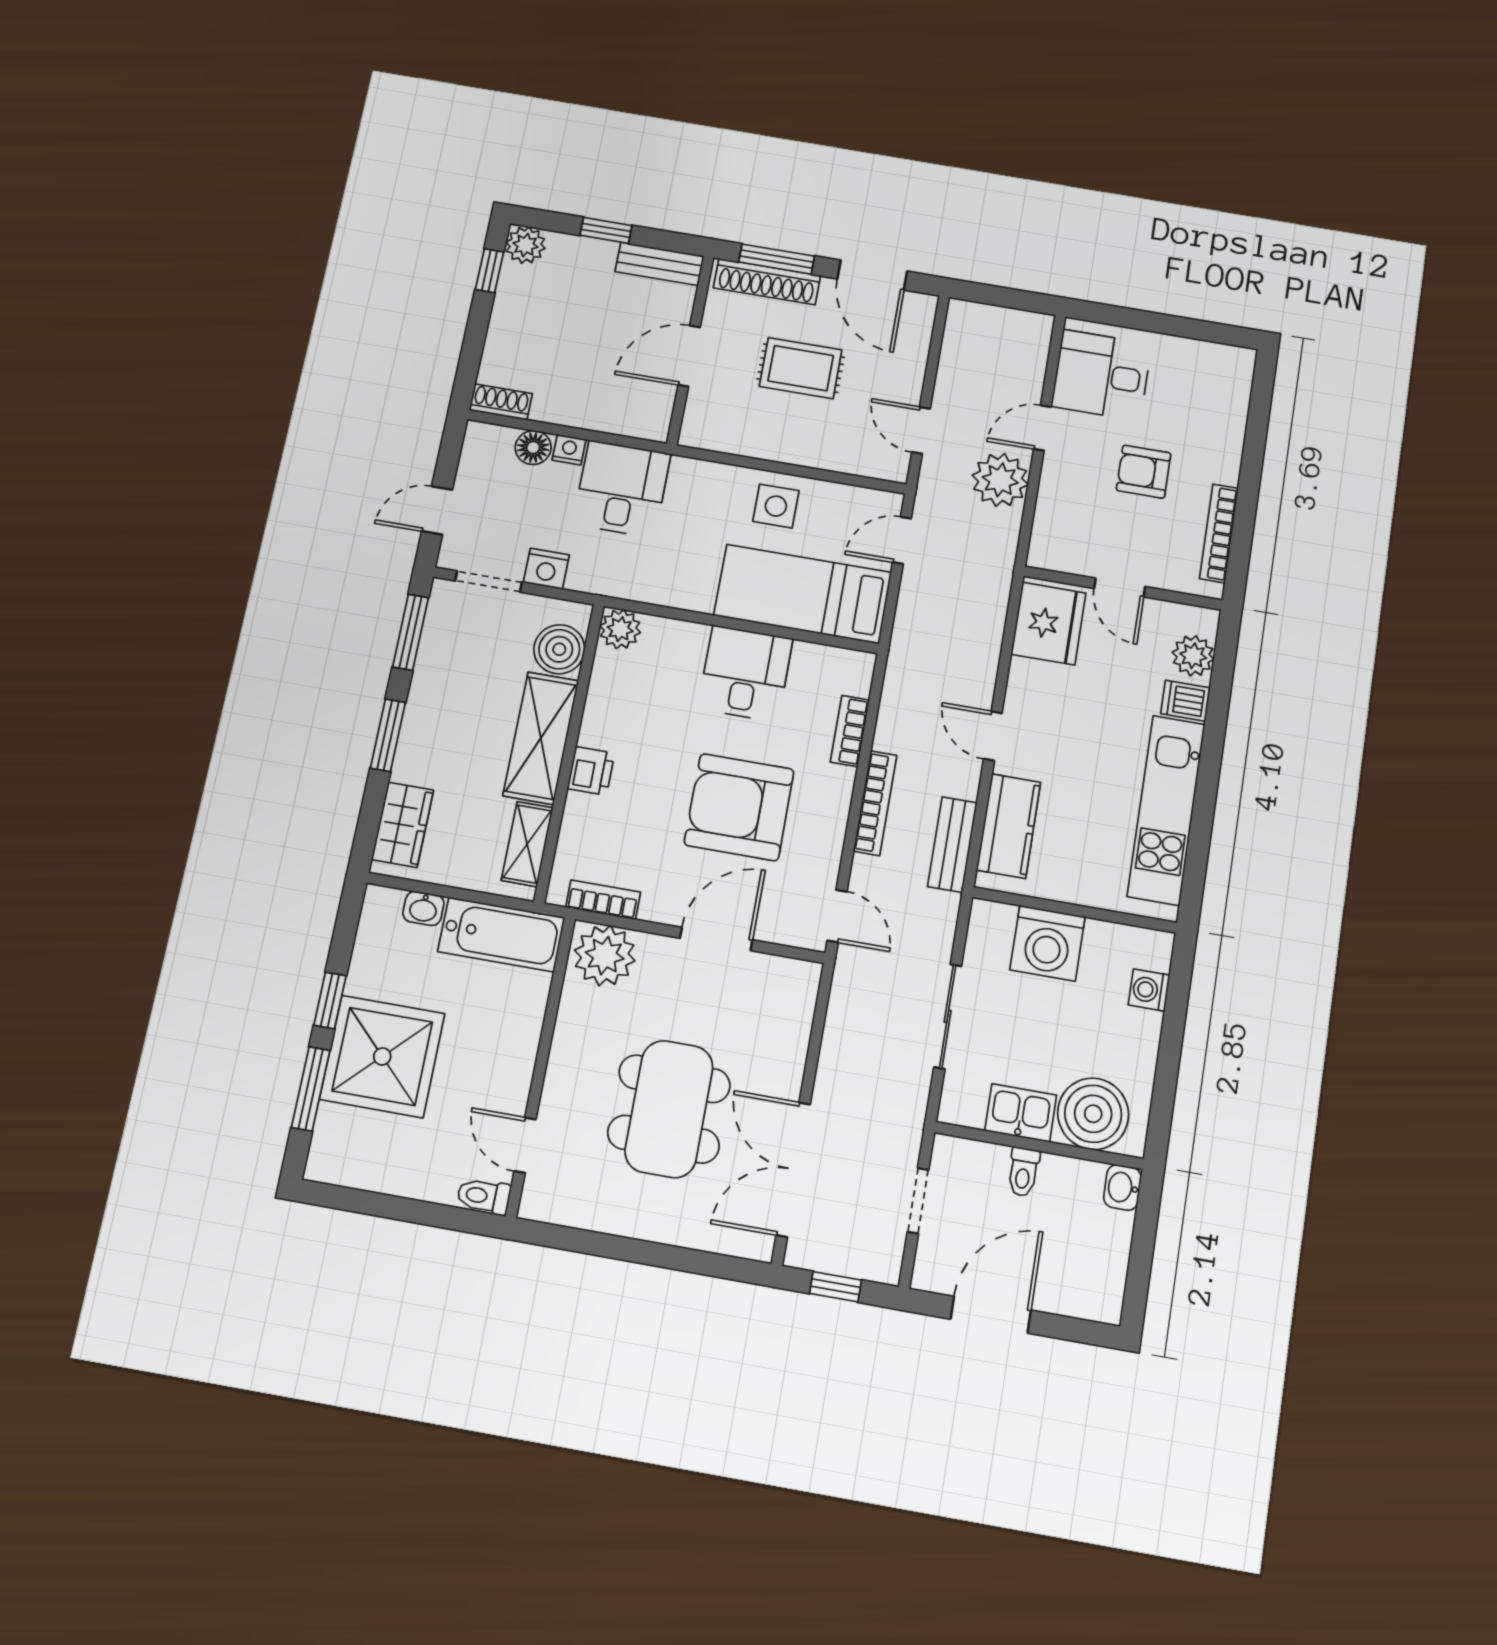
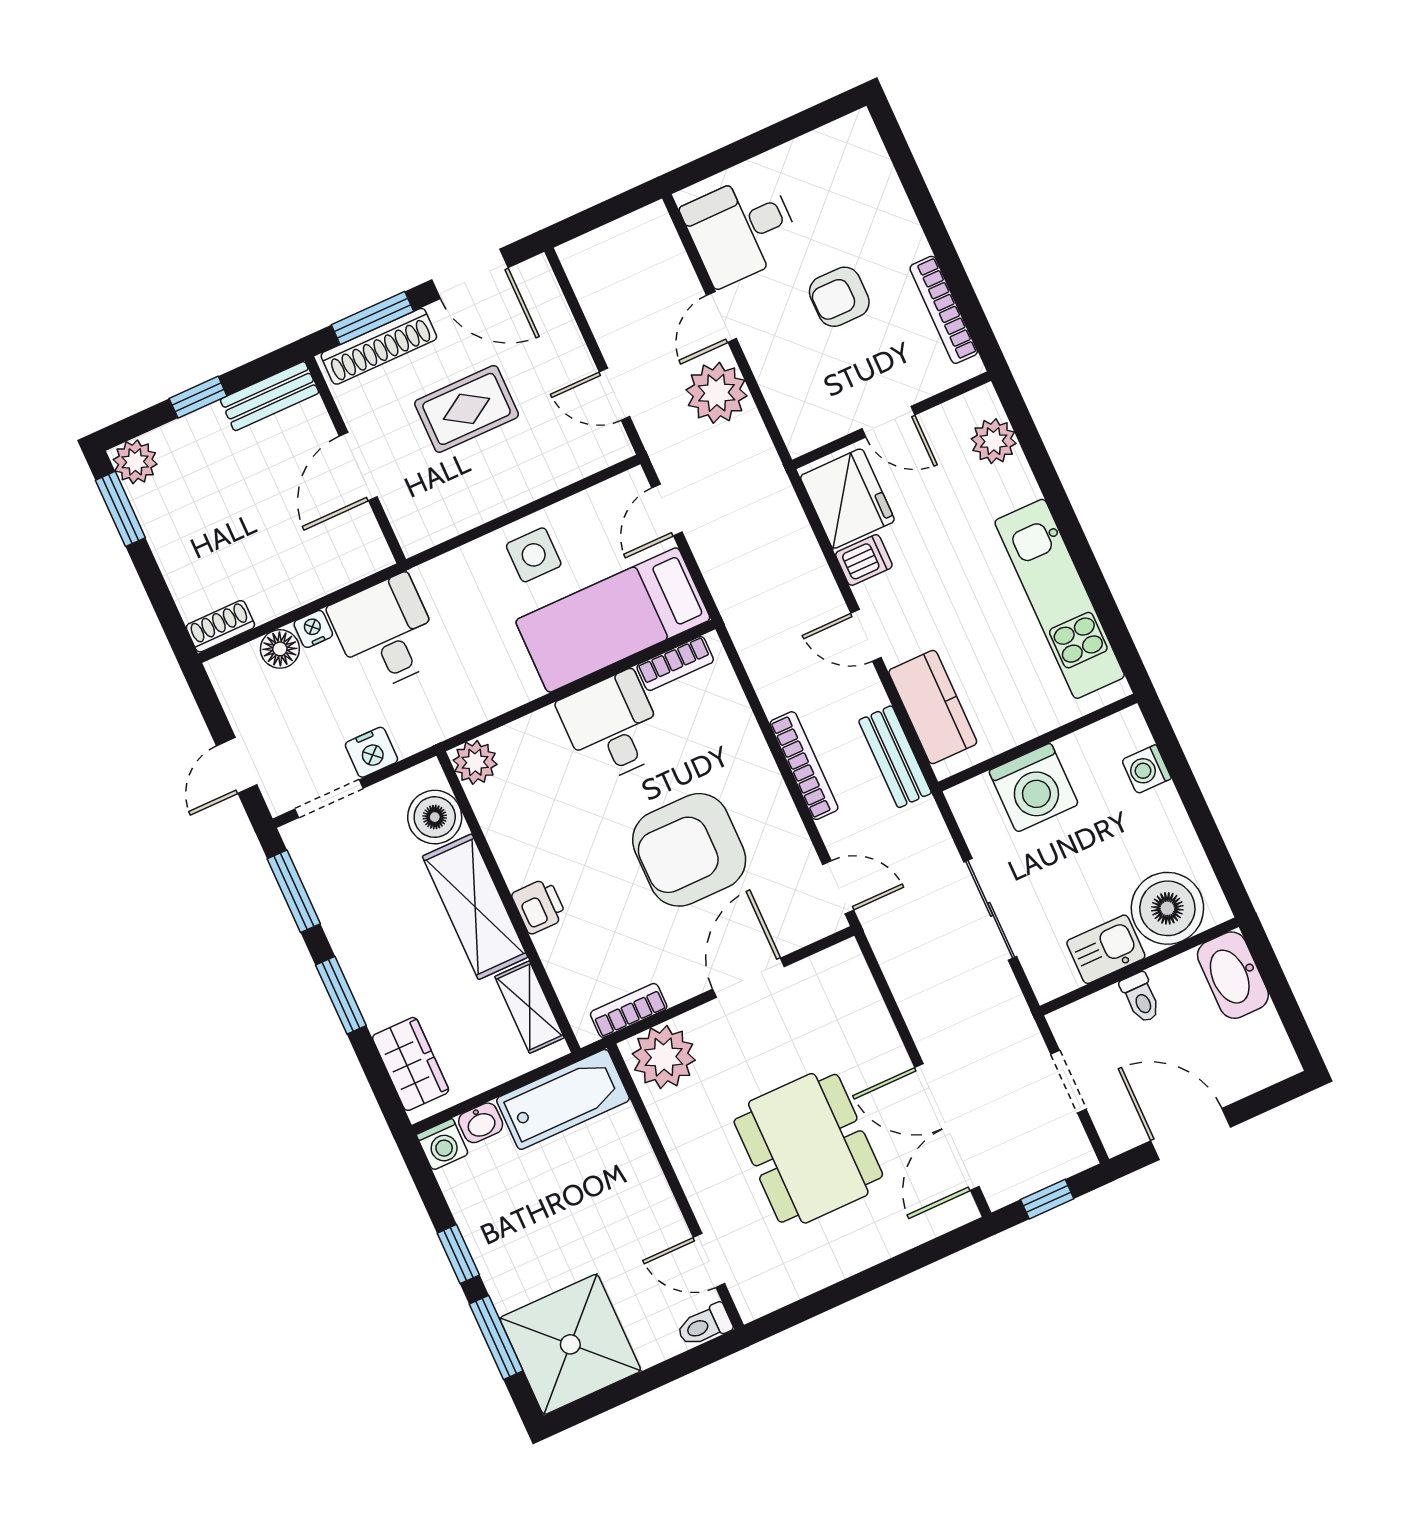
window: (489, 271) -> (120, 509), width x1.50
dishwasher: (1185, 701) -> (864, 560), moved, turned 180
bookcase: (850, 731) -> (675, 663), moved, turned -90
washing machine: (381, 905) -> (442, 1144), added
shower: (382, 1056) -> (570, 1344), moved
washbasin: (1122, 1187) -> (1233, 975), width x1.91, depth x1.45
door: (991, 1315) -> (1191, 1134), hinge flipped

